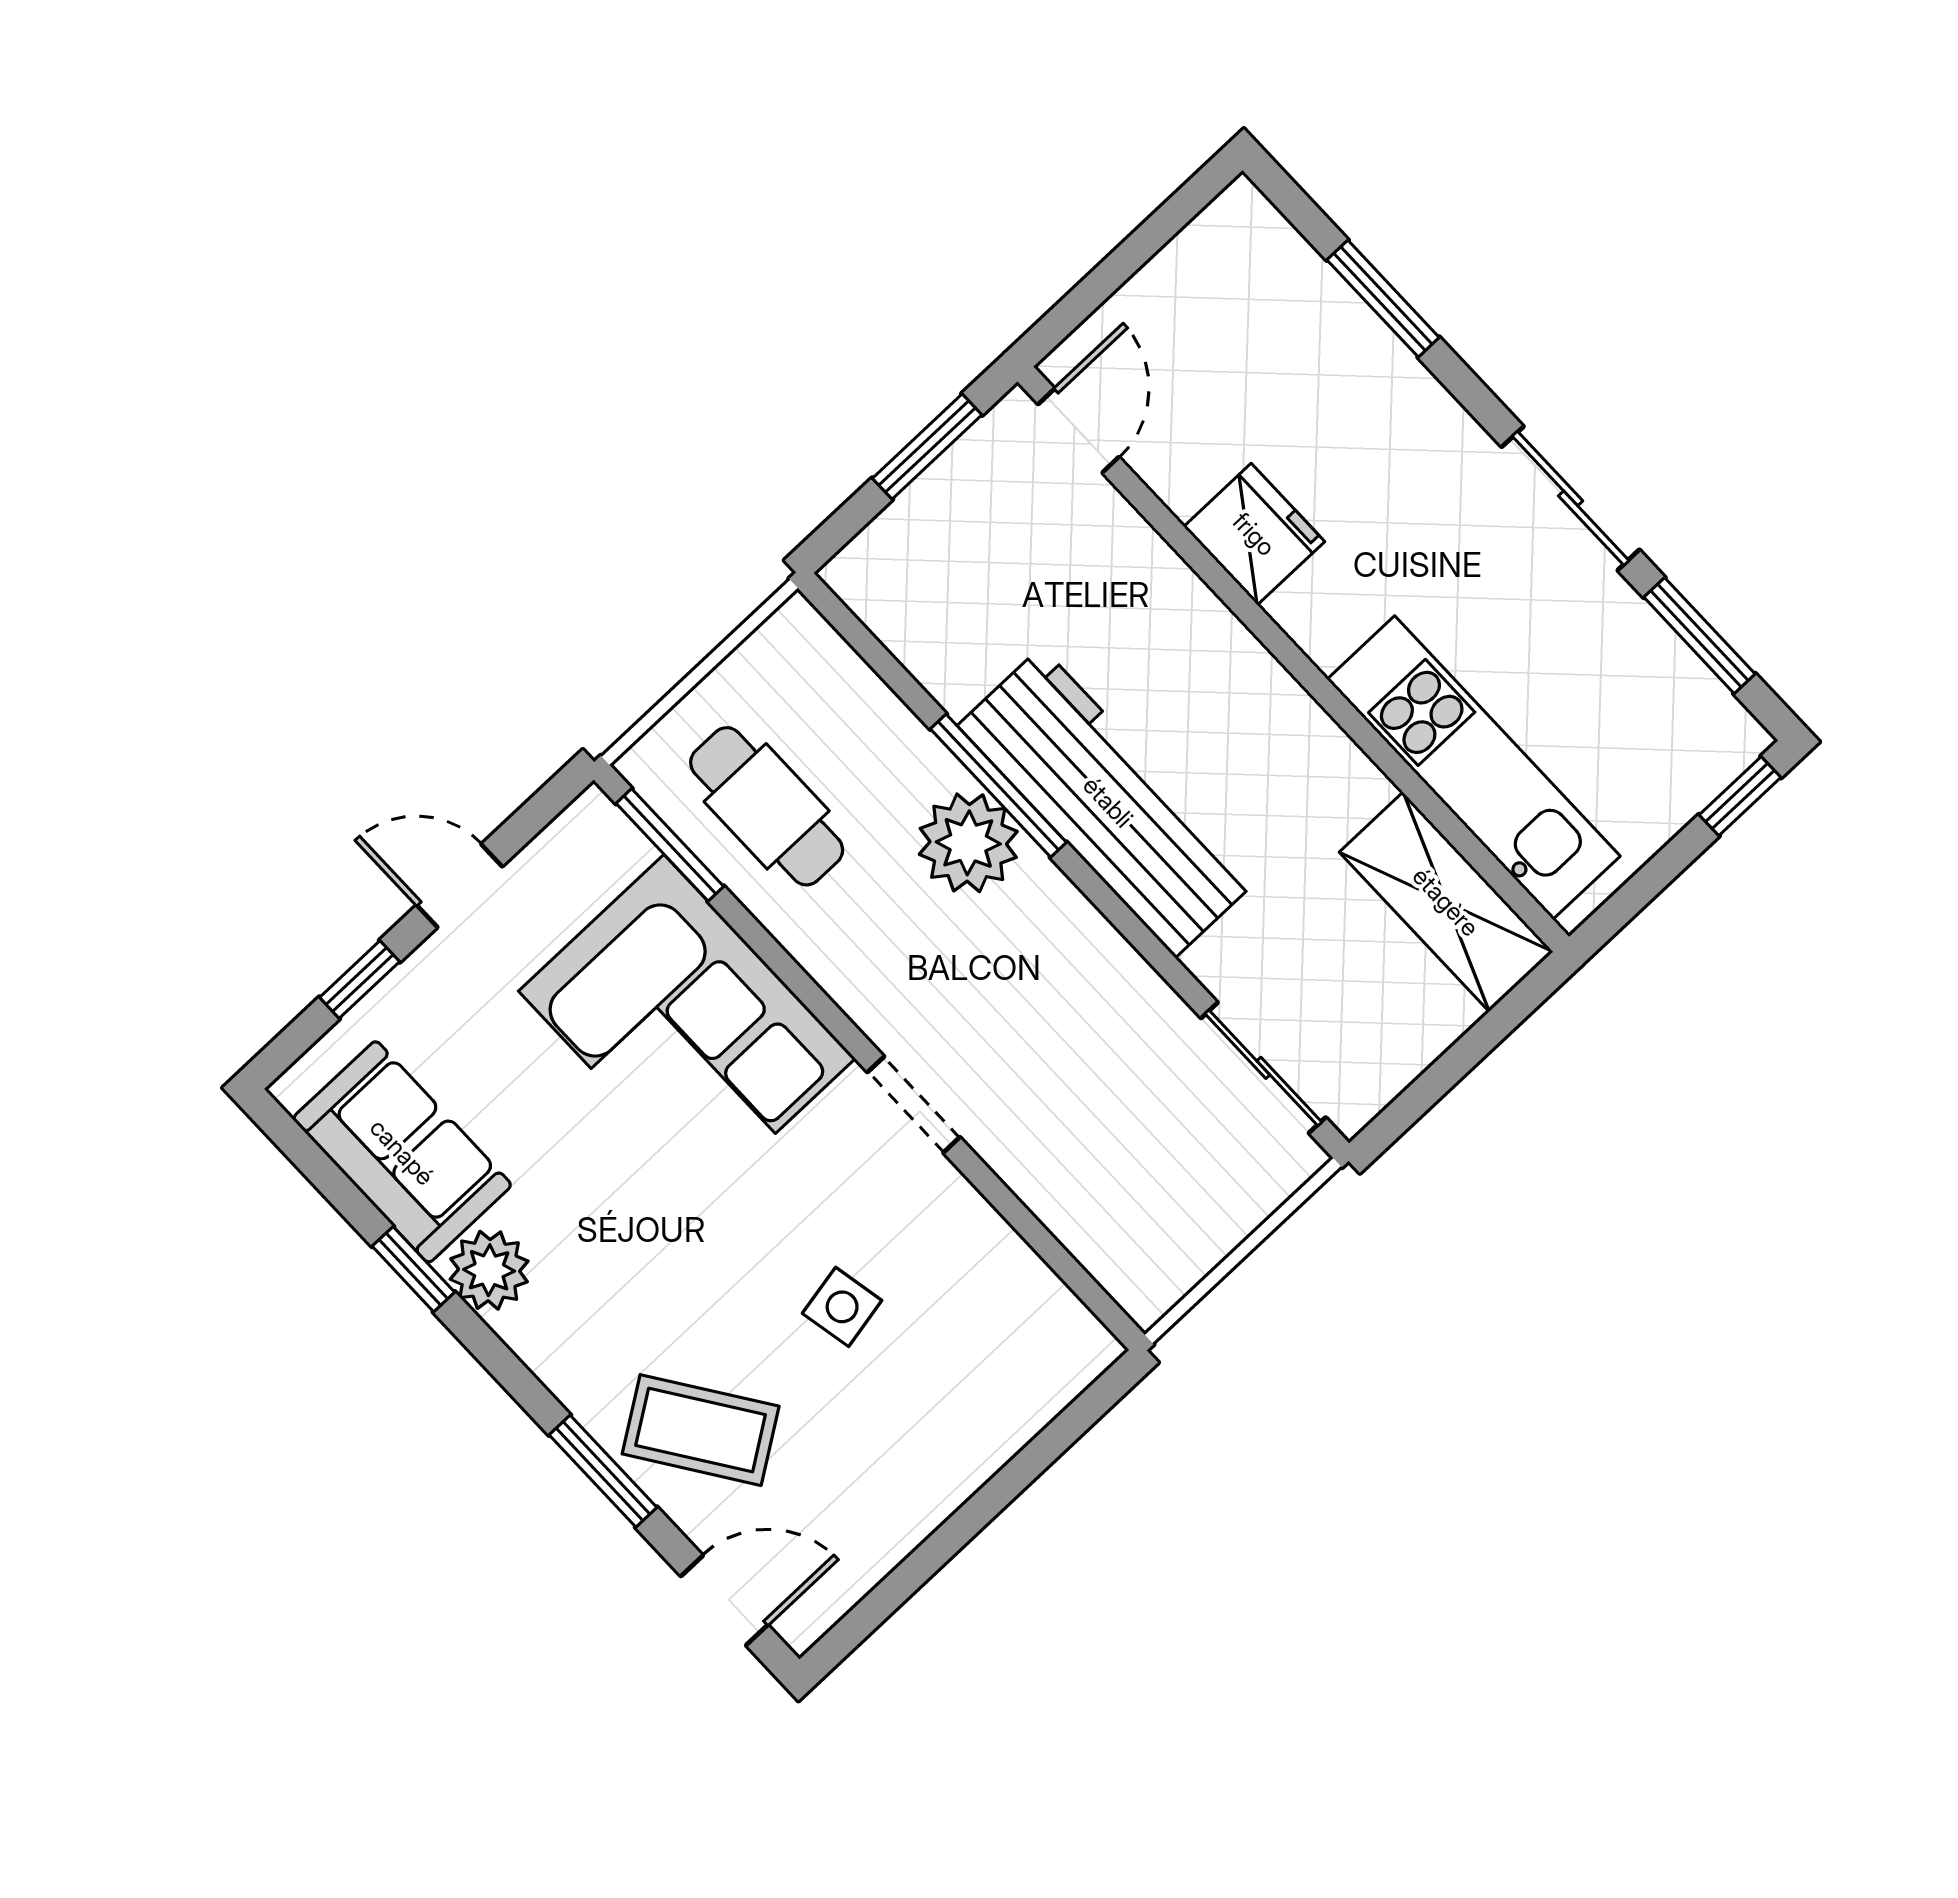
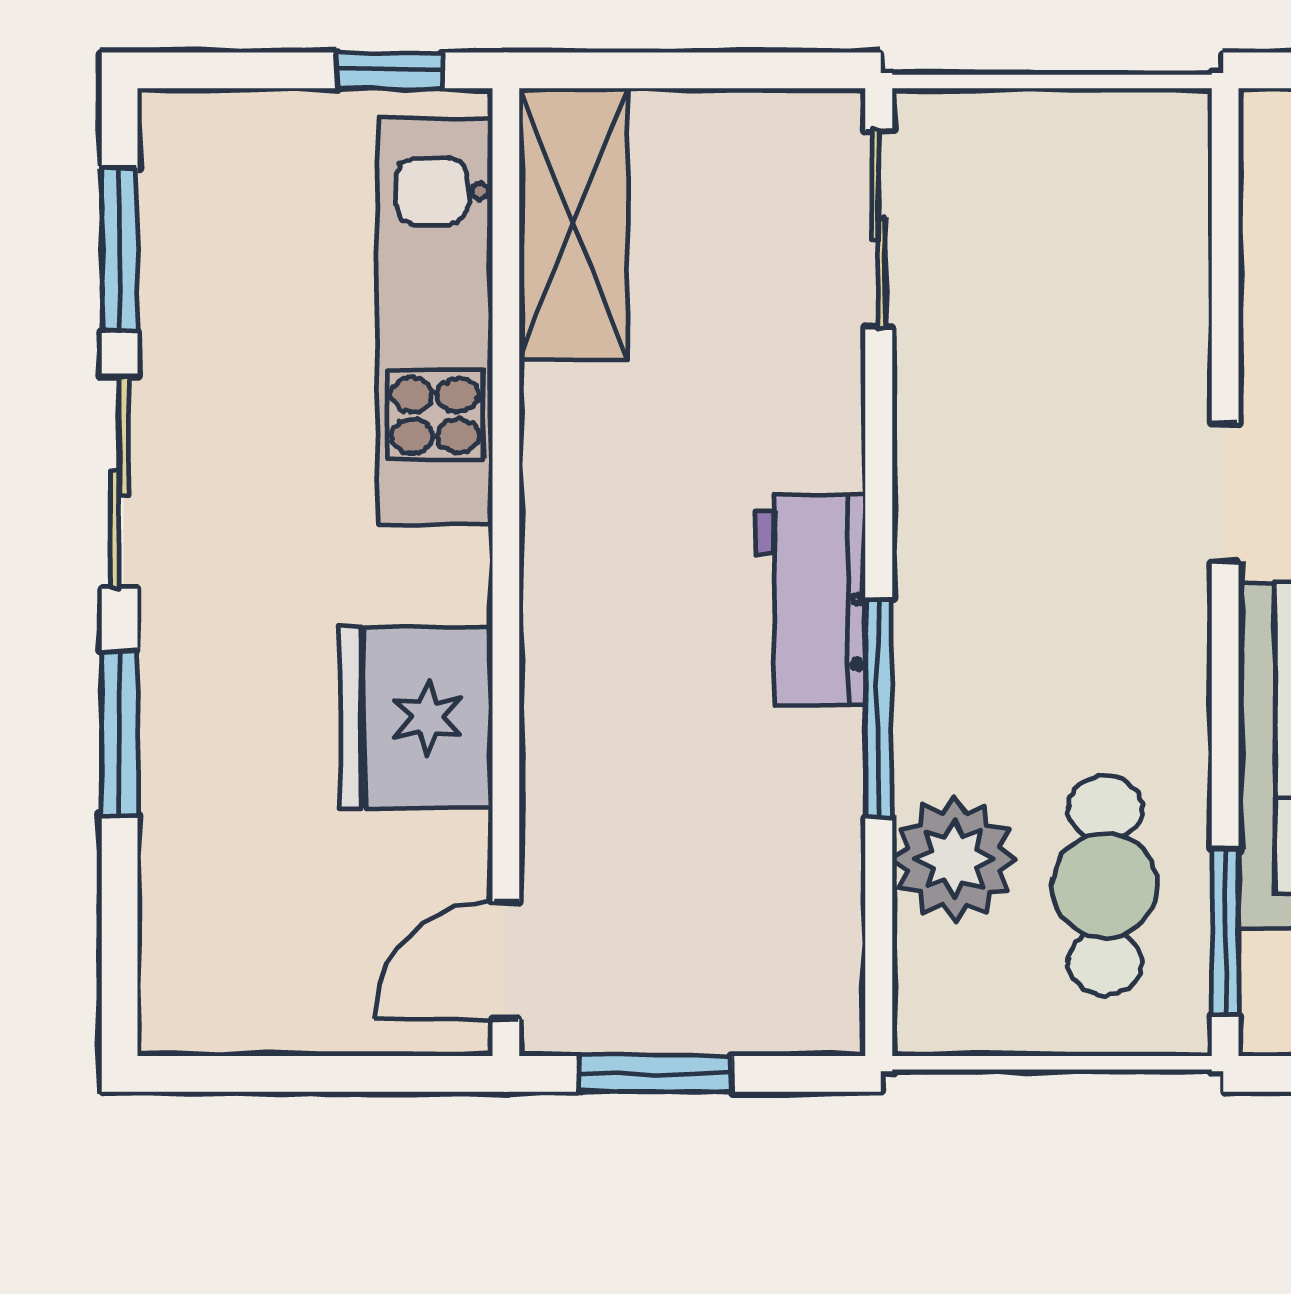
window: (1383, 299) -> (120, 733), moved
fridge: (1254, 534) -> (416, 718), width x1.36, depth x1.34
window: (1740, 796) -> (390, 70), moved
workbench: (1108, 802) -> (811, 600), width x0.53, depth x0.76
plant: (968, 843) -> (954, 859), moved

